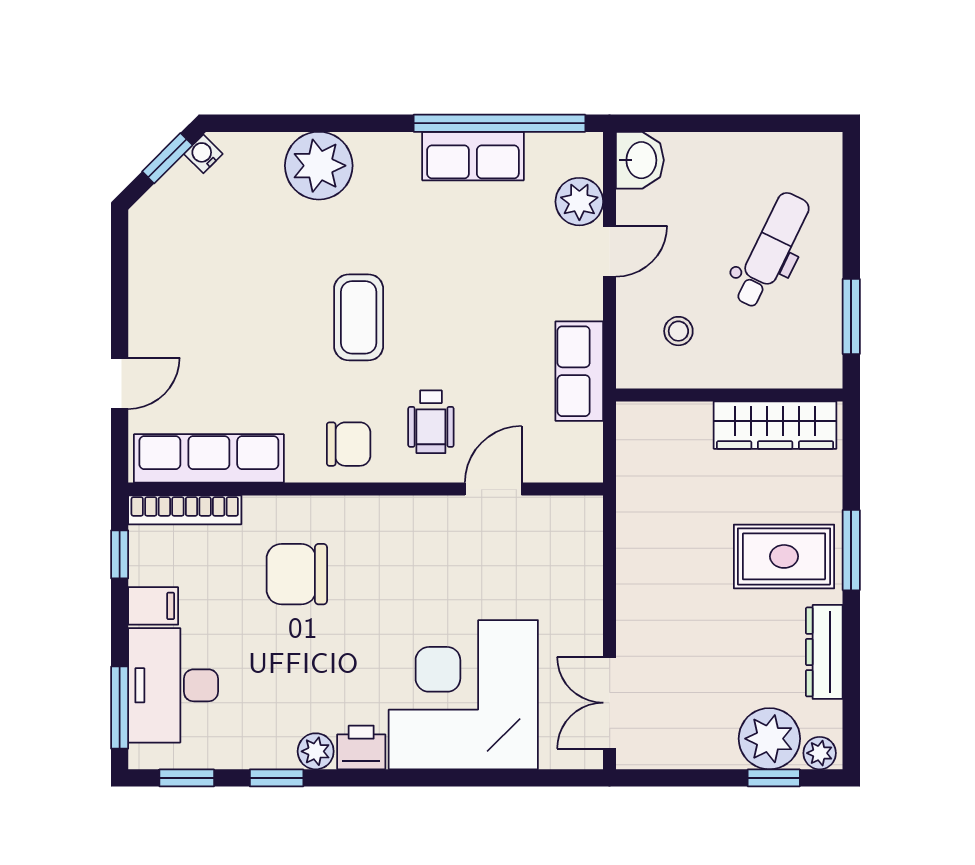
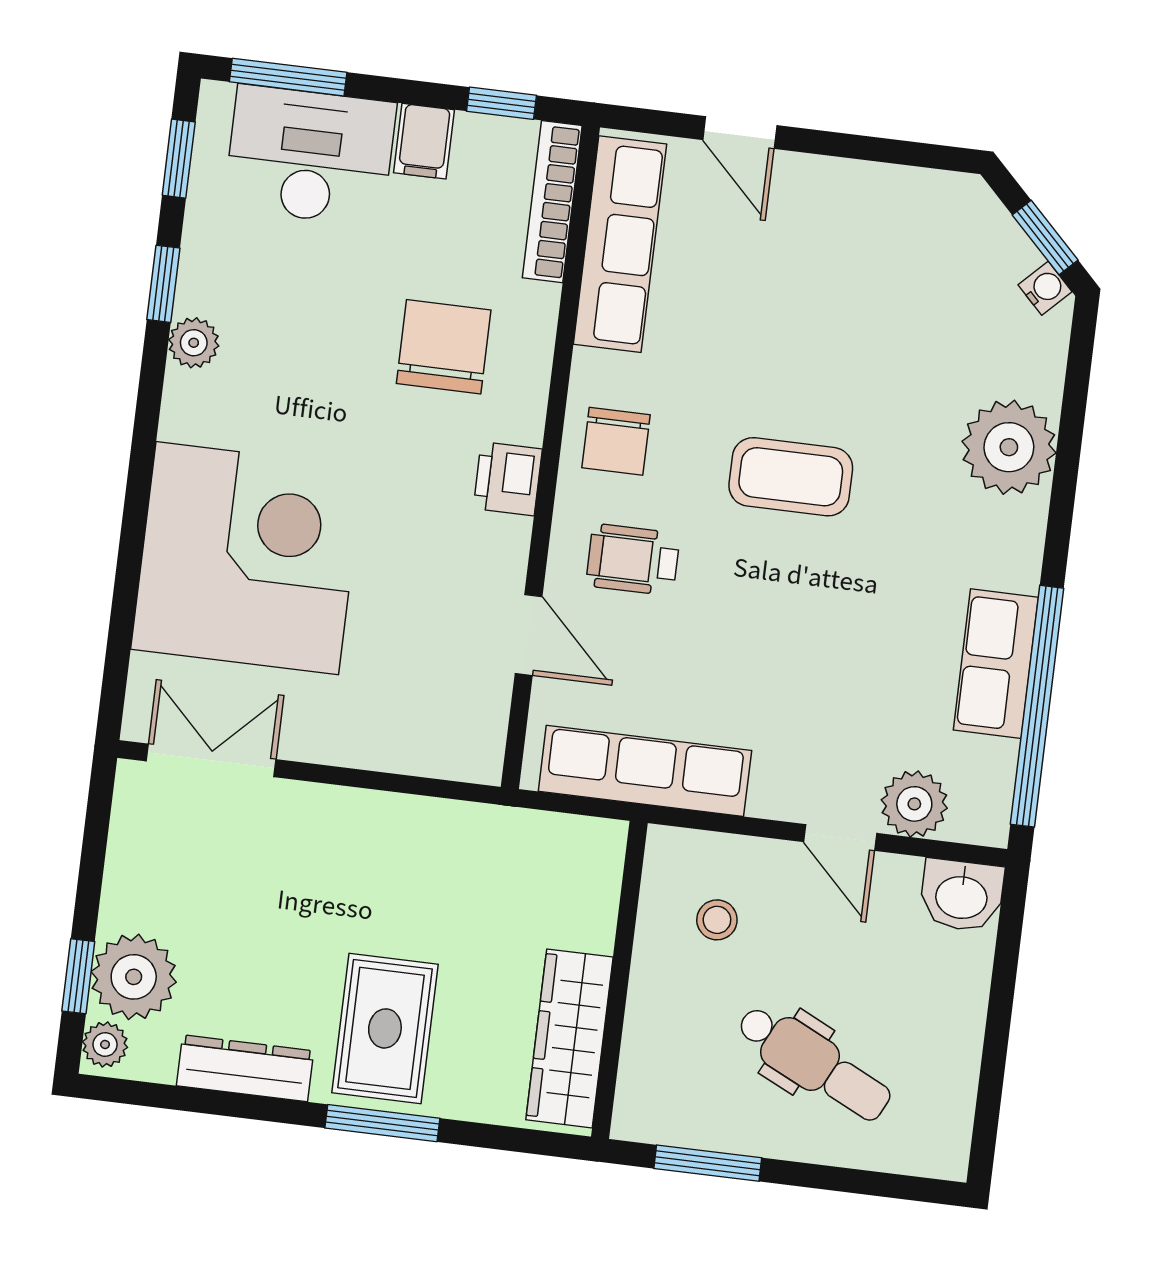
row of seats: (579, 371) -> (645, 771), width x1.48
printer: (361, 747) -> (508, 479), moved, turned 180

